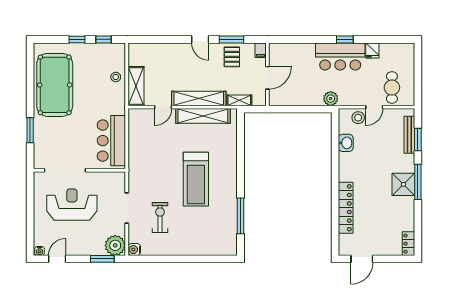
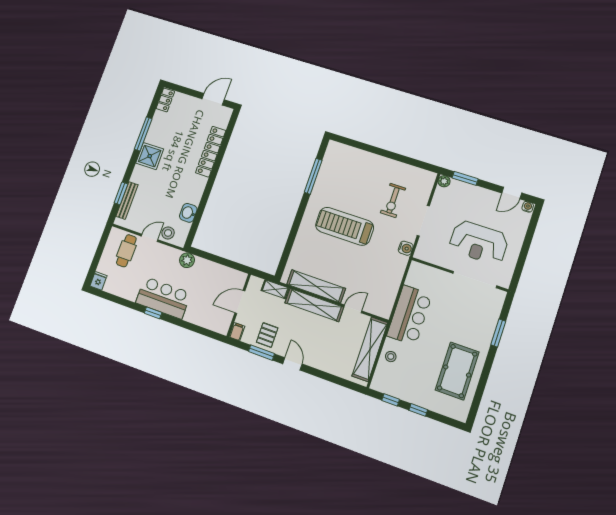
fridge: (372, 51) -> (98, 281), moved
pool table: (55, 85) -> (457, 371), width x0.73, depth x0.76
shelving: (136, 86) -> (370, 349), width x1.47
bar counter: (111, 141) -> (409, 315), moved
treadmill: (196, 179) -> (345, 226), turned -90
window: (418, 182) -> (143, 134), moved
plant: (115, 245) -> (444, 181), width x0.53, depth x0.53
water cooler: (134, 250) -> (406, 248), moved

